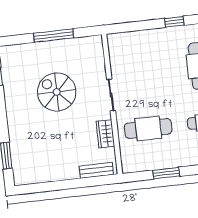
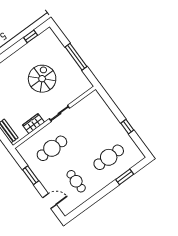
cafe table: (148, 128) -> (52, 148), turned 90

